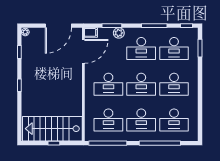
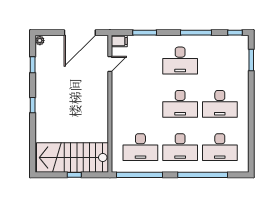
plant: (119, 33) -> (153, 42), removed
desk: (174, 49) -> (220, 61), removed
door: (83, 51) -> (110, 64), width x0.53
desk: (108, 84) -> (140, 104), removed

